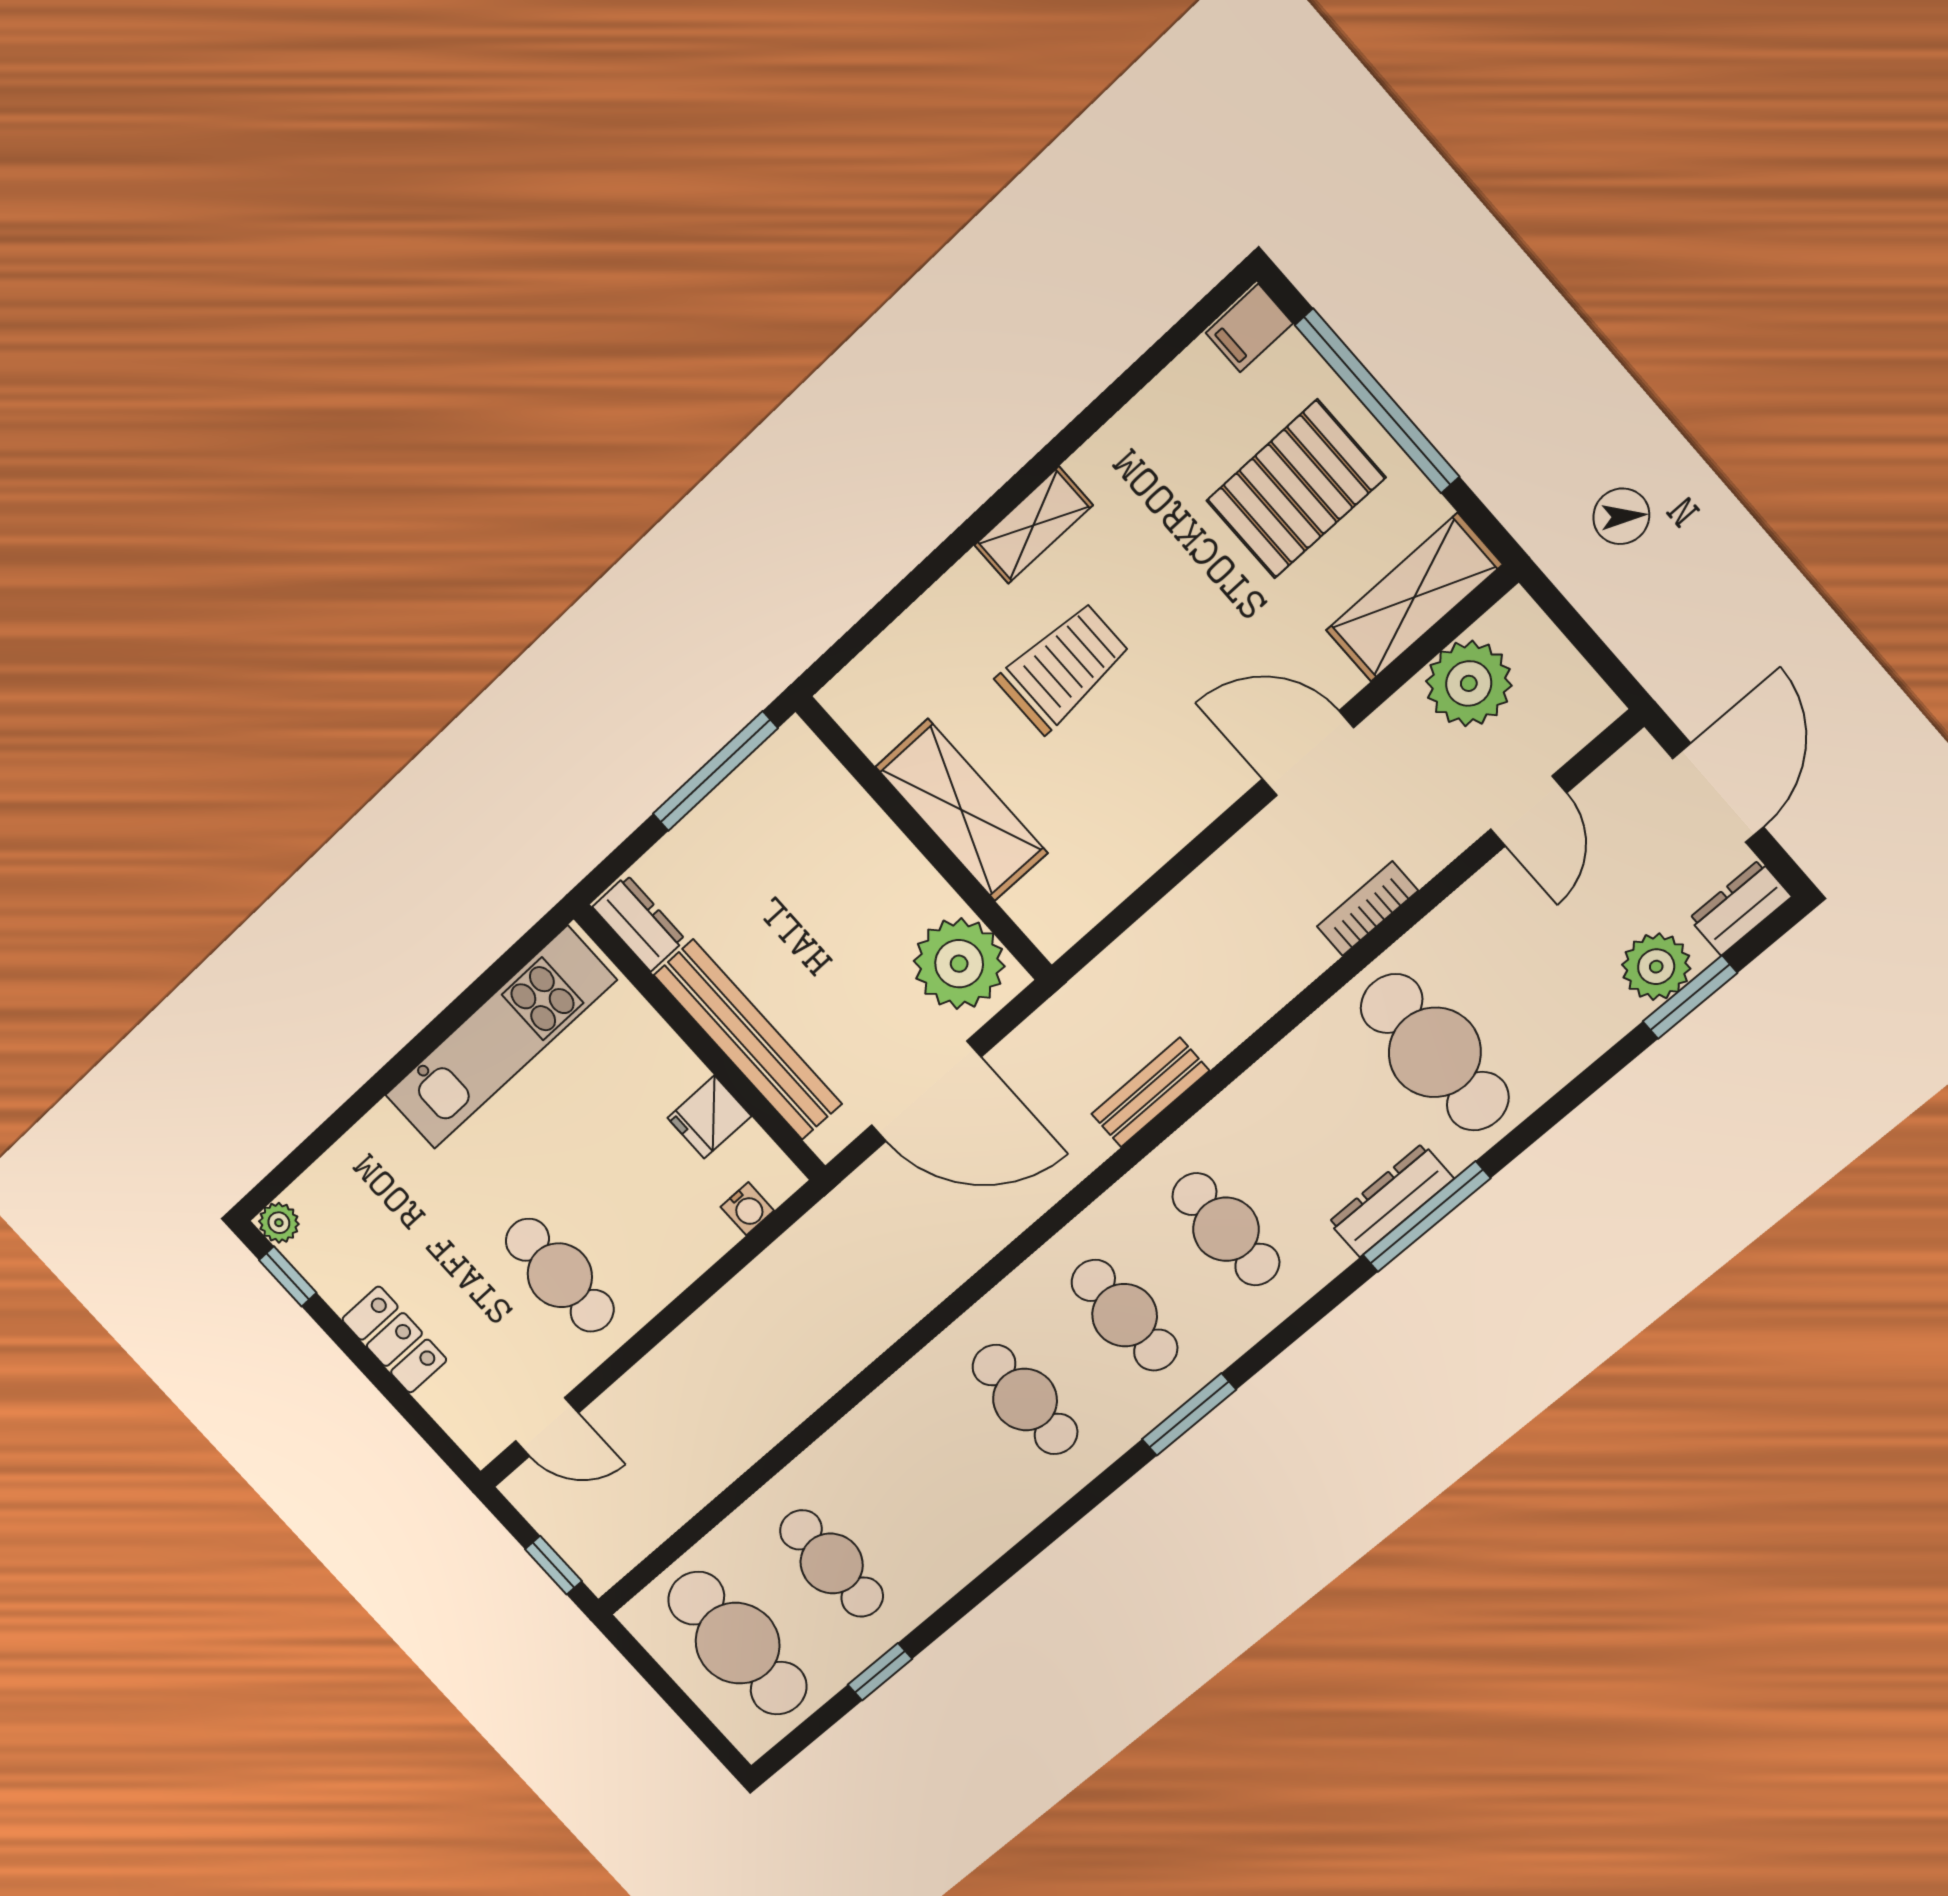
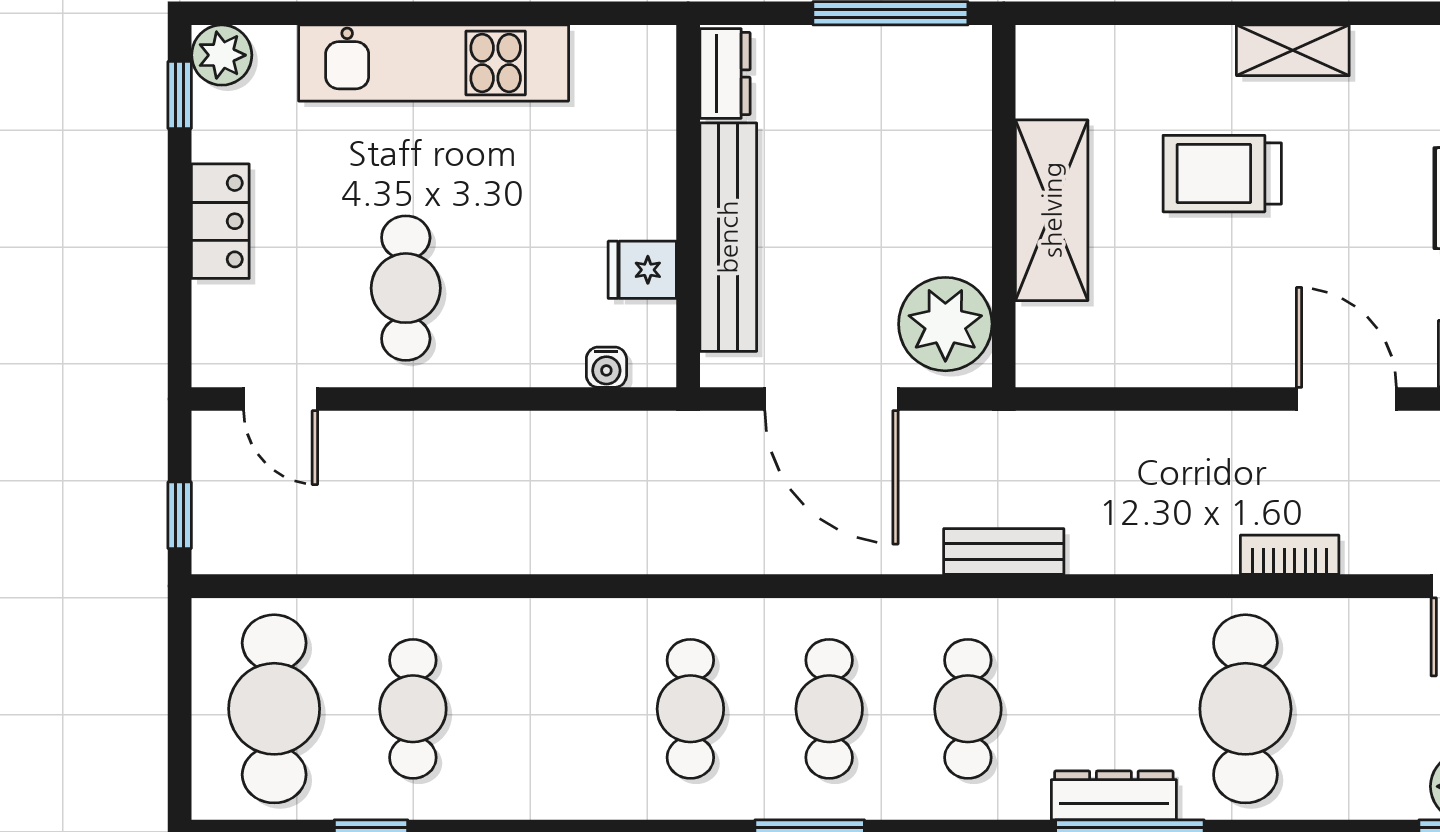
trolley: (1063, 667) -> (1222, 174), turned 180
kitchen unit: (500, 1038) -> (434, 63), moved
plant: (279, 1223) -> (222, 55), width x1.38, depth x1.38

